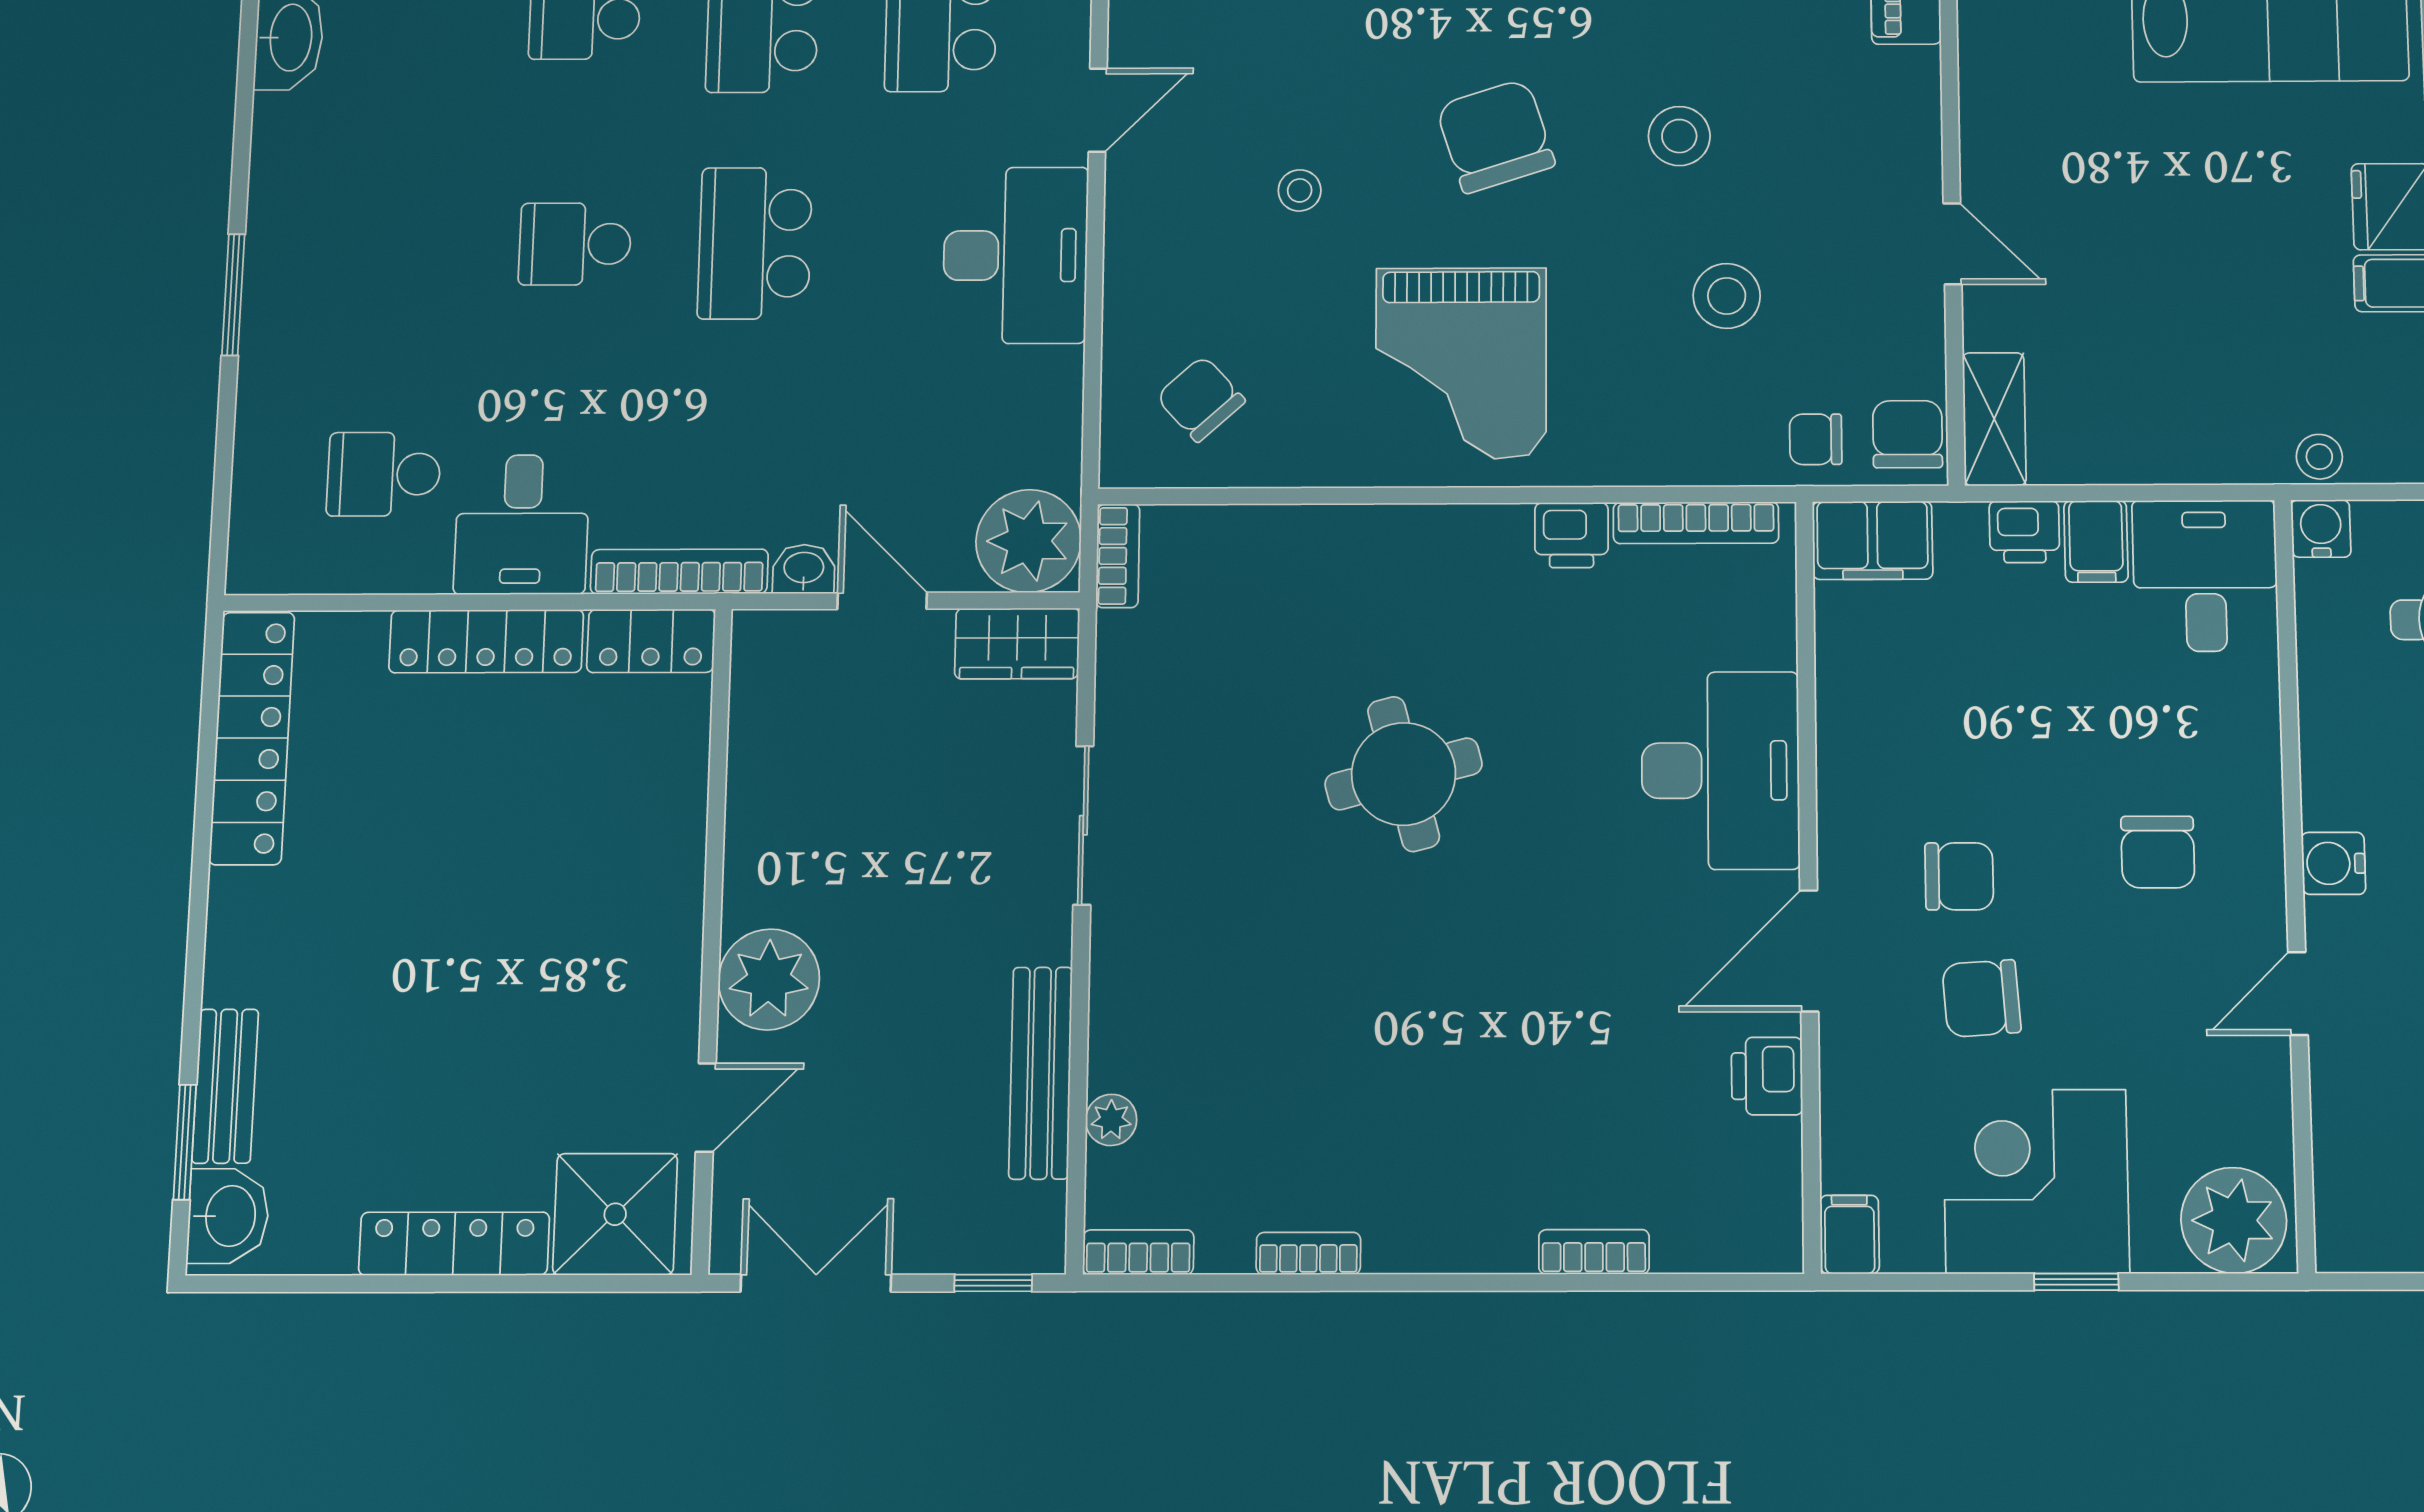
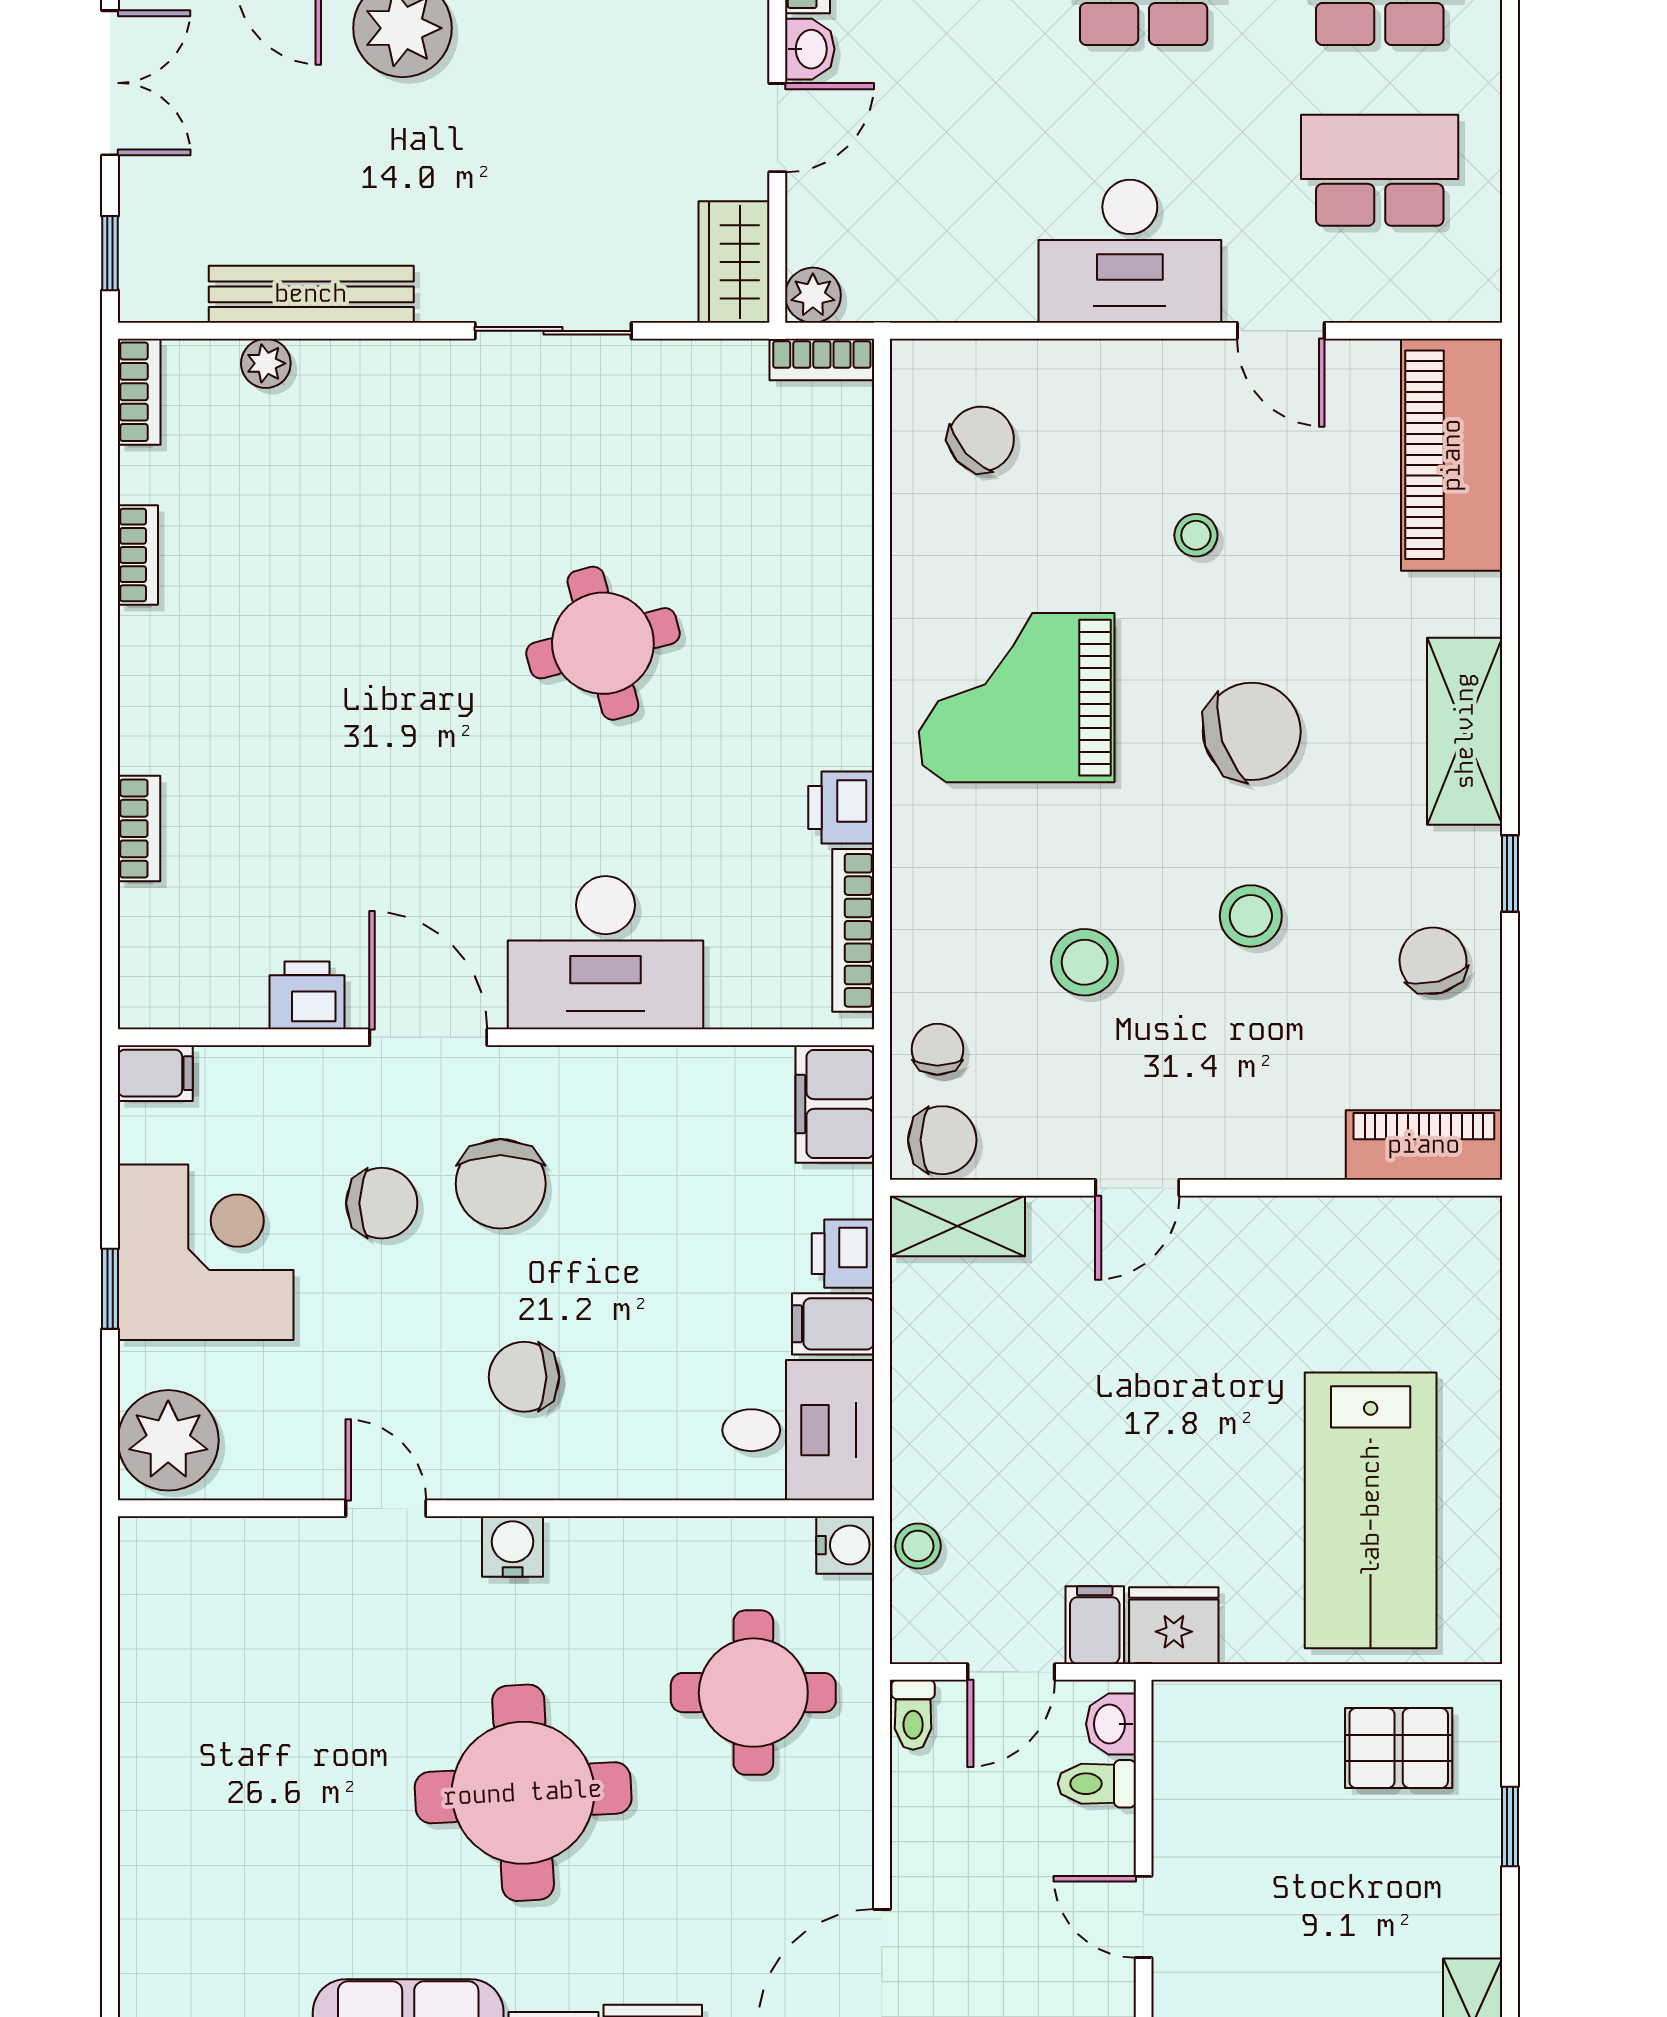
plant: (1029, 541) -> (813, 295), width x0.53, depth x0.53
chair: (1959, 876) -> (501, 1184), width x1.37, depth x1.37
chair: (1981, 998) -> (382, 1203), turned 94

